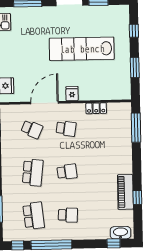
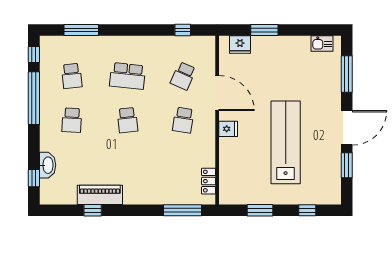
locker: (96, 108) -> (209, 181), moved
school desk: (34, 216) -> (72, 76), width x0.54
washbasin: (120, 233) -> (48, 165), moved

